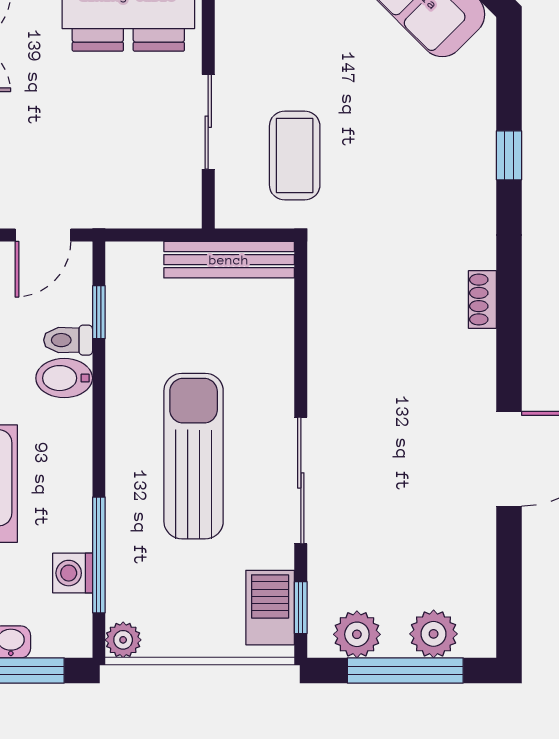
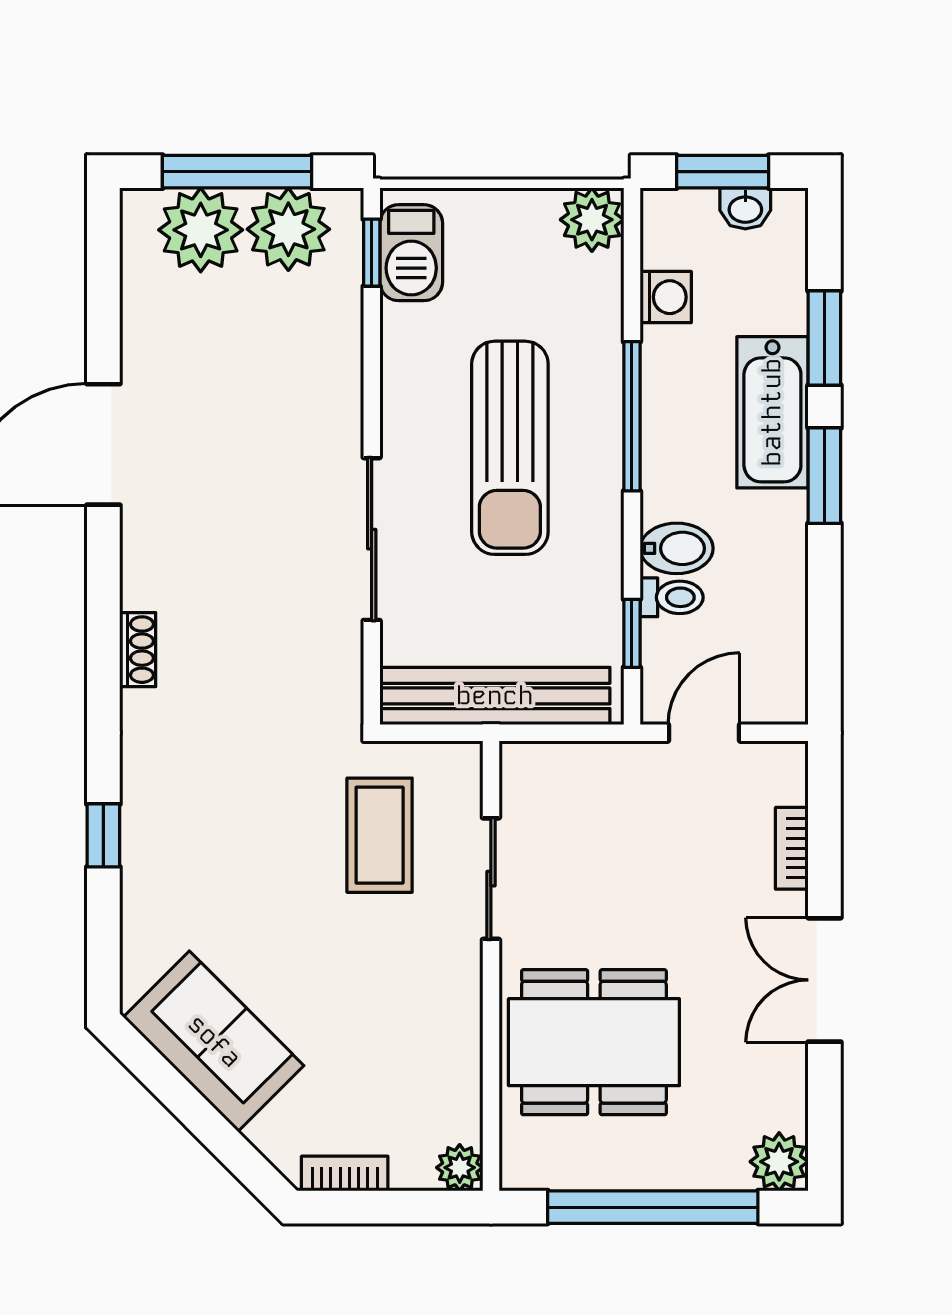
bench: (229, 260) -> (495, 696), width x1.37, depth x1.21
sliding door: (301, 480) -> (372, 539), moved
window: (99, 555) -> (632, 416), moved
plant: (357, 634) -> (288, 229), width x1.36, depth x1.36
plant: (434, 634) -> (201, 230), width x1.36, depth x1.36
plant: (123, 640) -> (592, 220), width x1.38, depth x1.38

